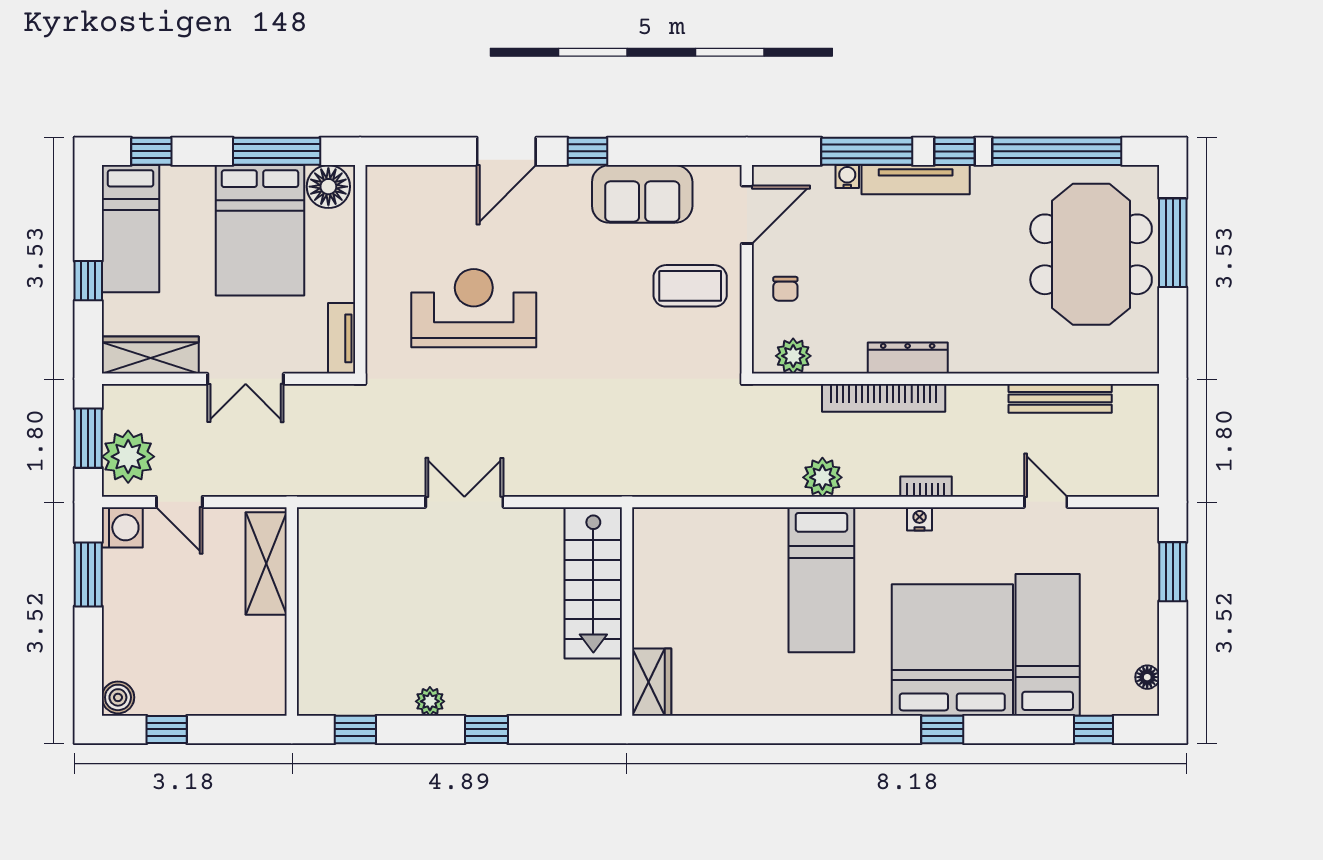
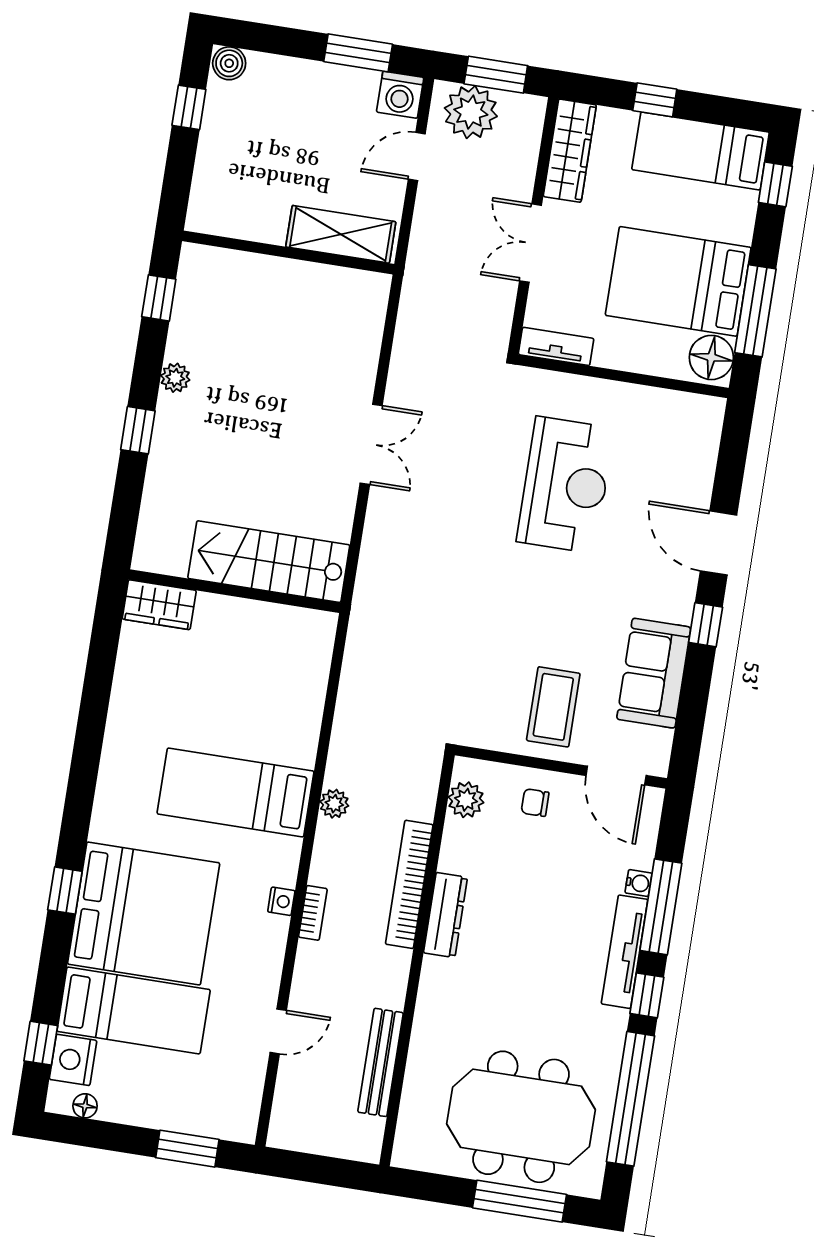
plant: (822, 477) -> (334, 804), width x0.73, depth x0.73
nightstand: (1105, 696) -> (73, 1060), added

